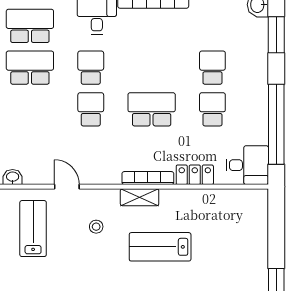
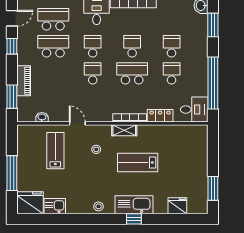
school desk: (152, 68) -> (132, 46), added

